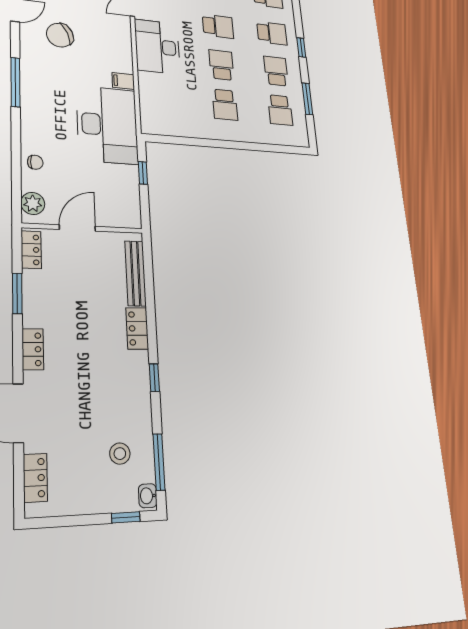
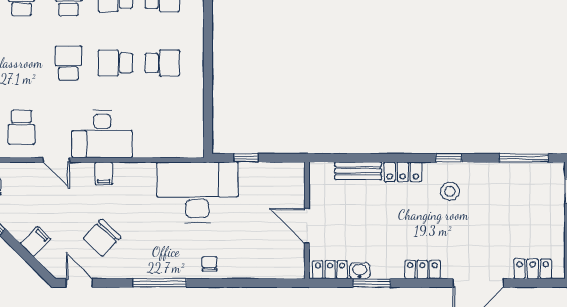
chair: (60, 35) -> (102, 238), turned 66
filing cabinet: (123, 81) -> (104, 173), moved
chair: (35, 162) -> (210, 264), moved
plant: (33, 203) -> (285, 268), removed
bench: (135, 273) -> (358, 171), width x0.73
stool: (120, 454) -> (450, 191), moved
washbasin: (148, 496) -> (360, 271), moved, turned 180

